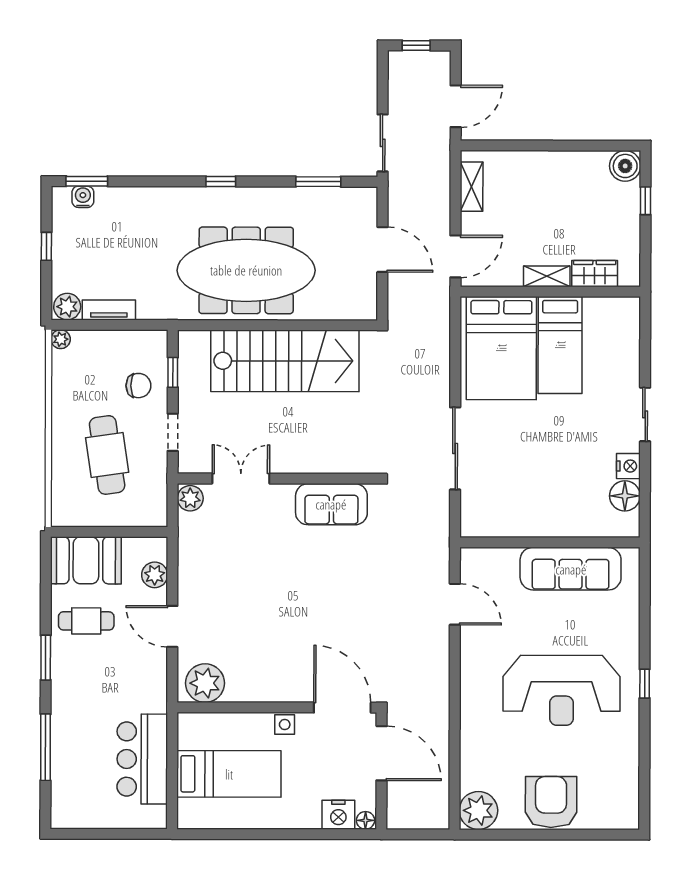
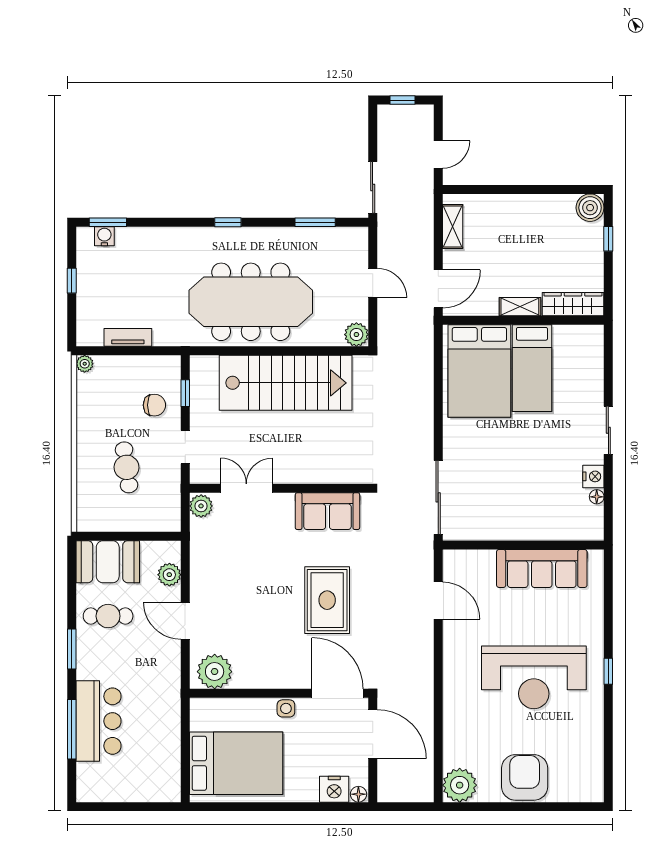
door: (456, 106) -> (438, 154), width x0.73
door: (382, 250) -> (373, 283), width x0.73
wardrobe: (595, 274) -> (573, 304), width x1.50
plant: (67, 307) -> (356, 335), moved
sliding door: (455, 448) -> (438, 497), moved
cafe table: (107, 455) -> (127, 467), width x0.73, depth x0.74
floor lamp: (625, 496) -> (597, 497), width x0.53, depth x0.53
rug: (331, 604) -> (327, 600), added
bar counter: (142, 759) -> (99, 721), moved, turned 180
bed: (229, 774) -> (236, 763), width x1.50

